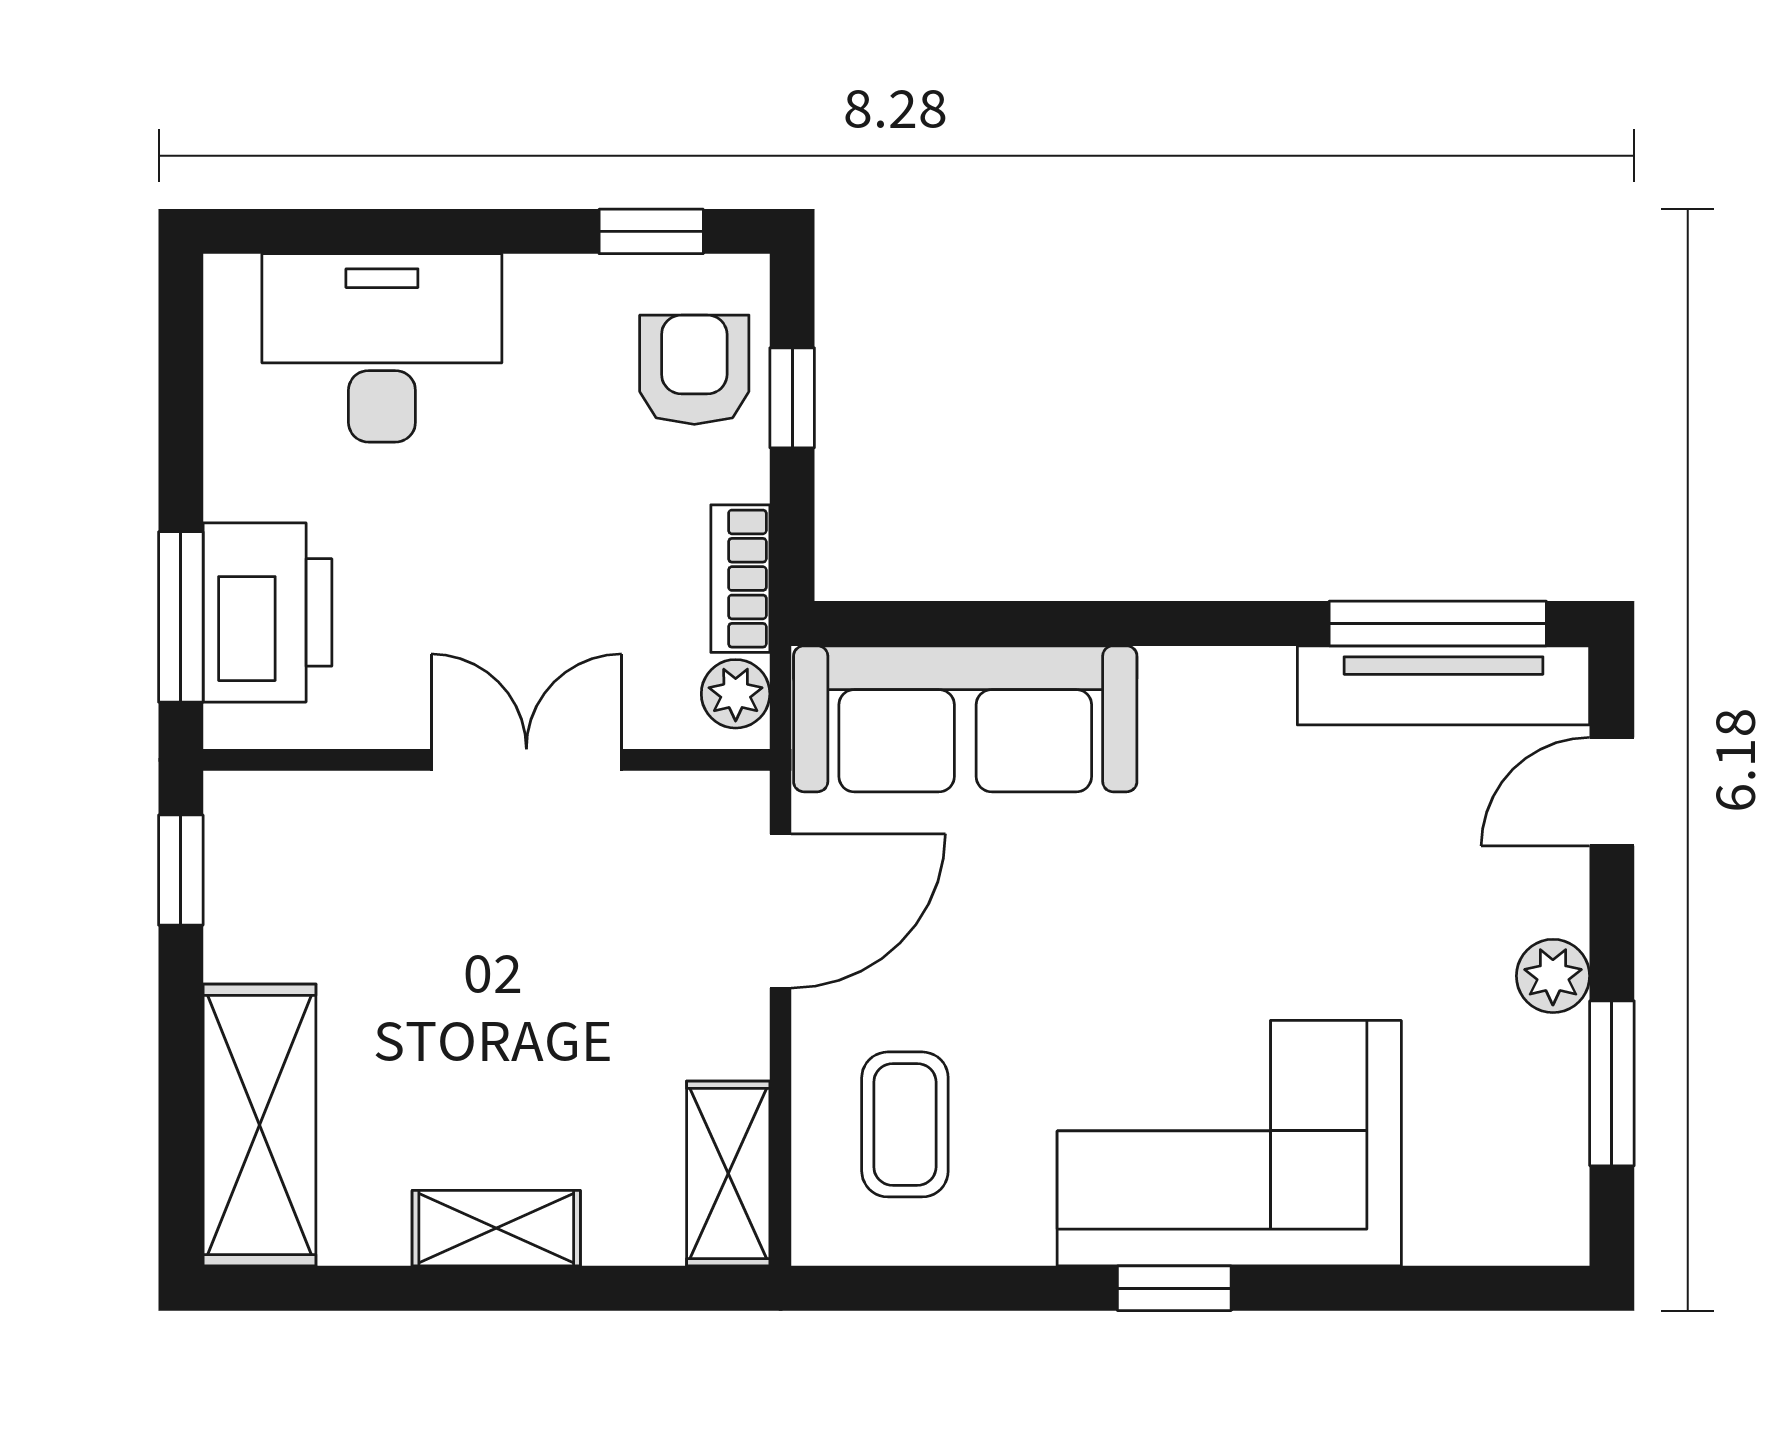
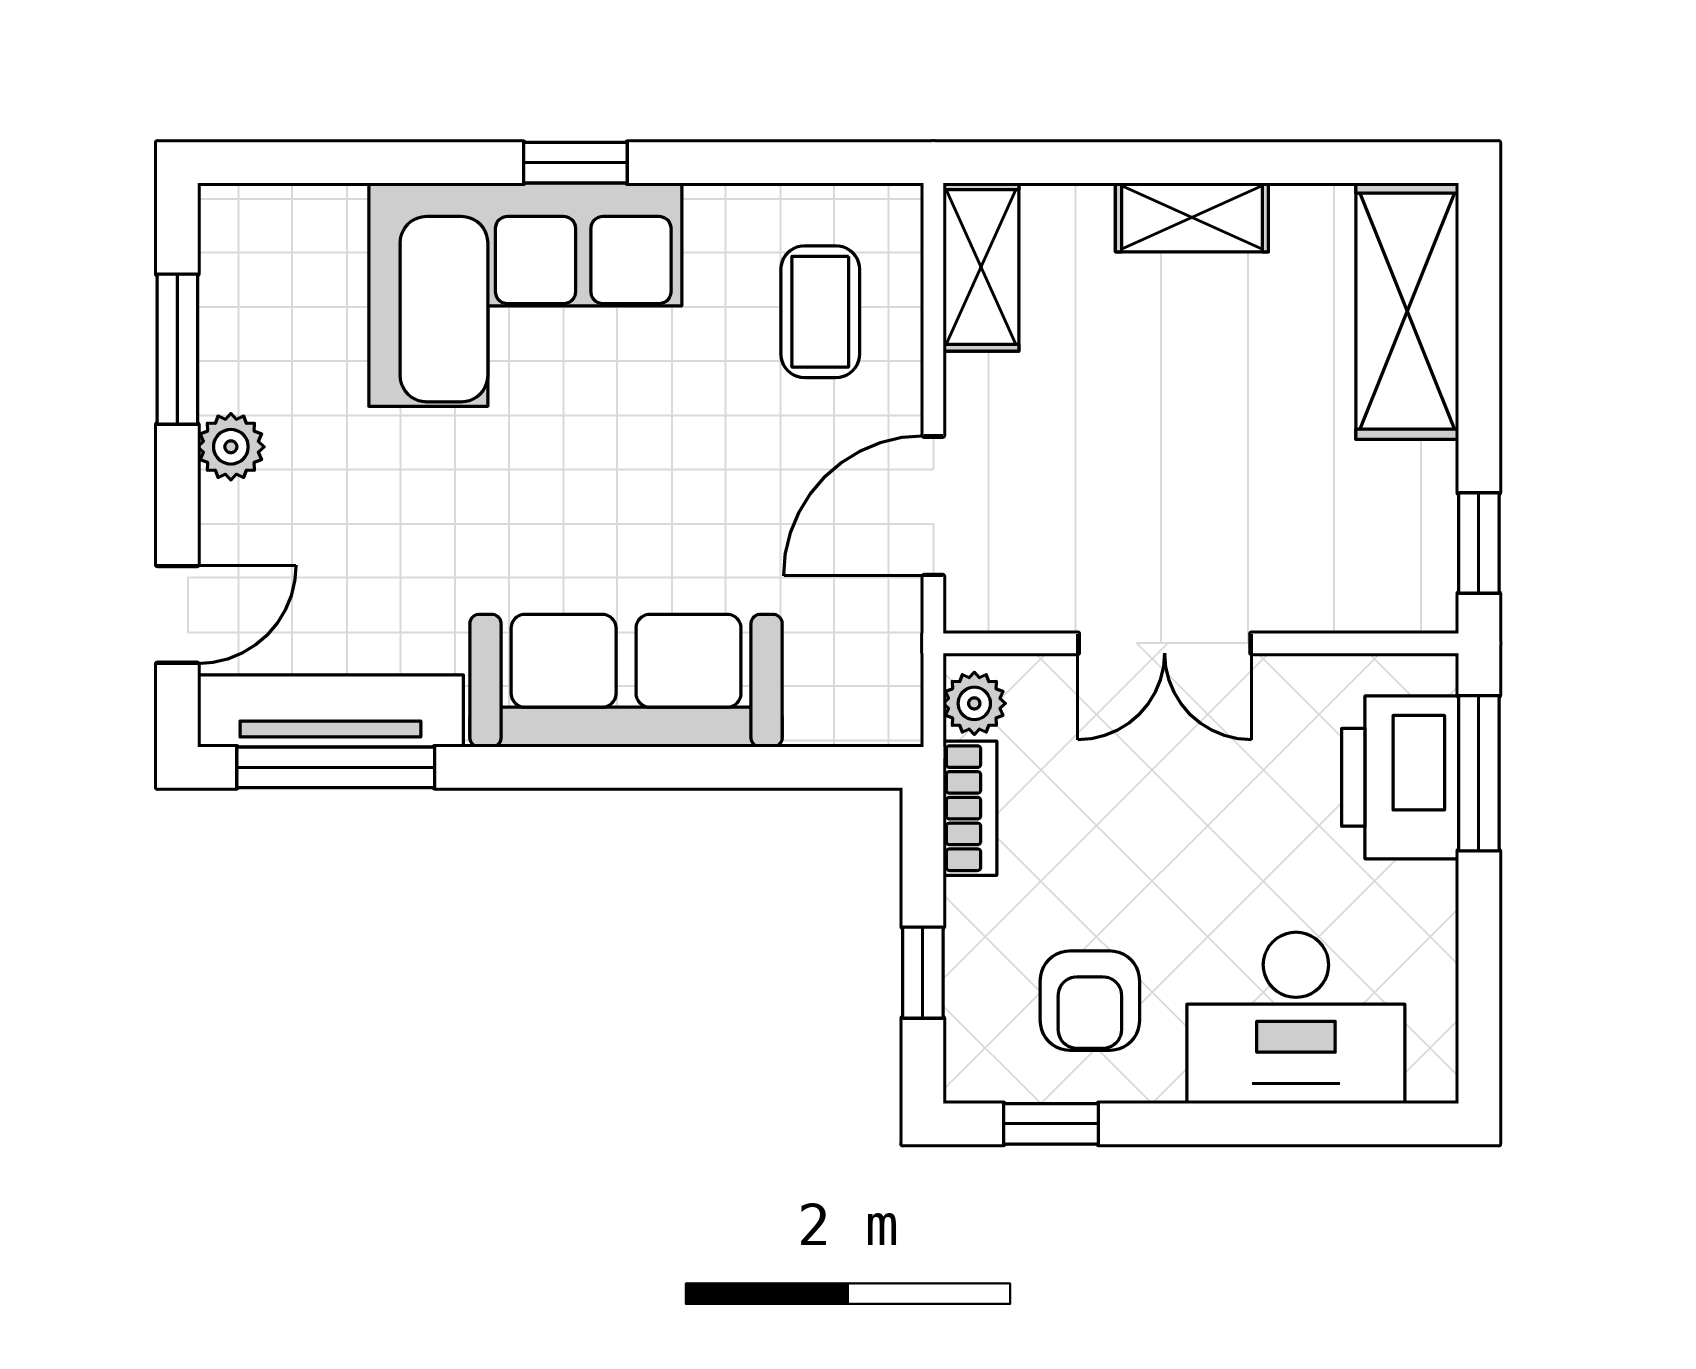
armchair: (694, 370) -> (1090, 1001), moved
sofa: (965, 719) -> (626, 681), moved

